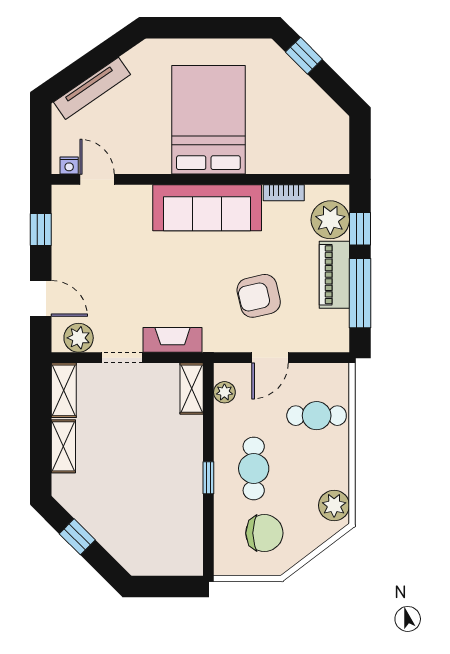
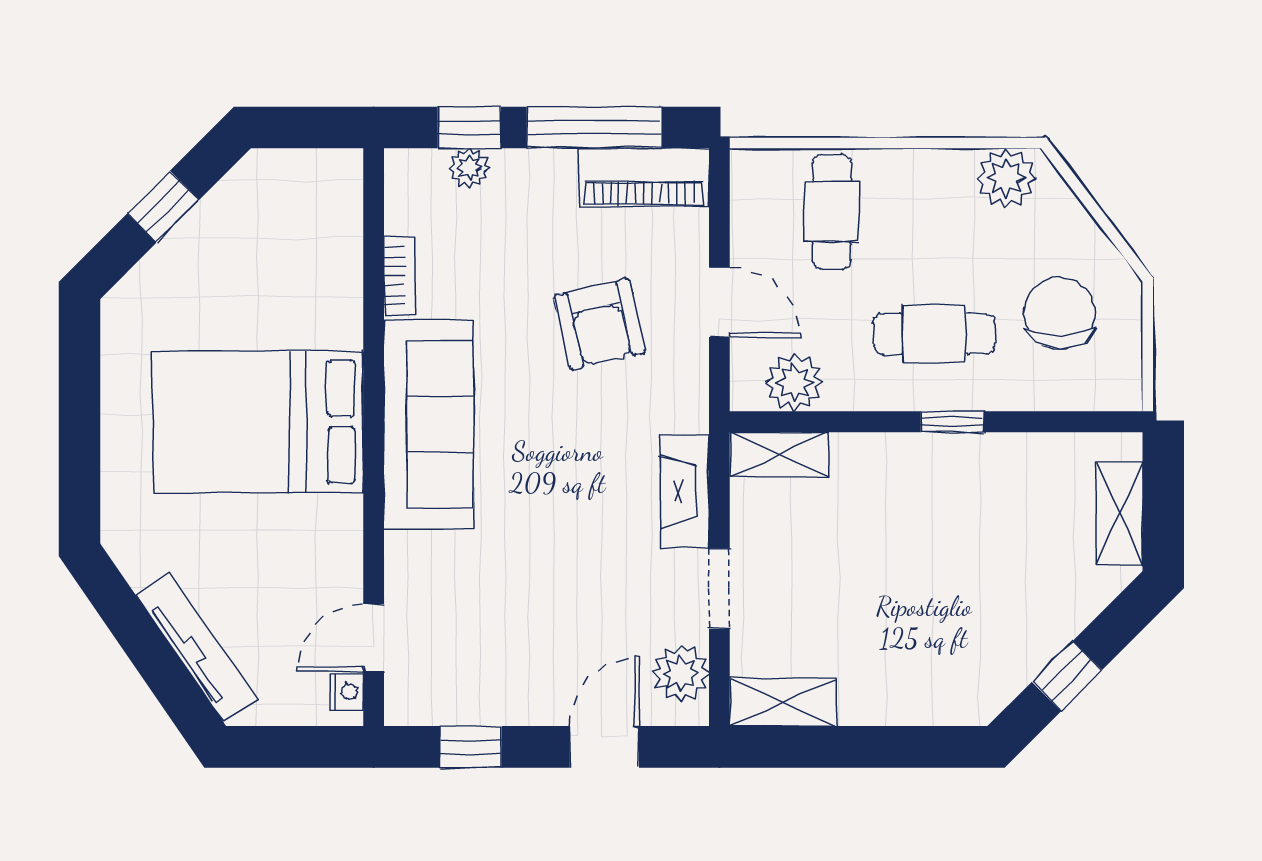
window: (304, 56) -> (163, 207), moved
plant: (330, 220) -> (469, 168), width x0.53, depth x0.53
piano: (334, 275) -> (644, 177), moved
plant: (224, 392) -> (794, 383), width x1.38, depth x1.38
shelving: (63, 446) -> (1119, 514), moved, turned 90

